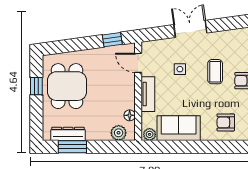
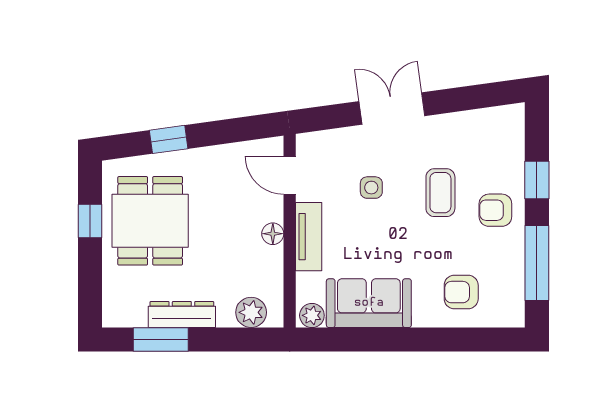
window: (112, 40) -> (169, 139), moved
floor lamp: (130, 115) -> (273, 234), moved
dresser: (68, 134) -> (182, 315), moved

